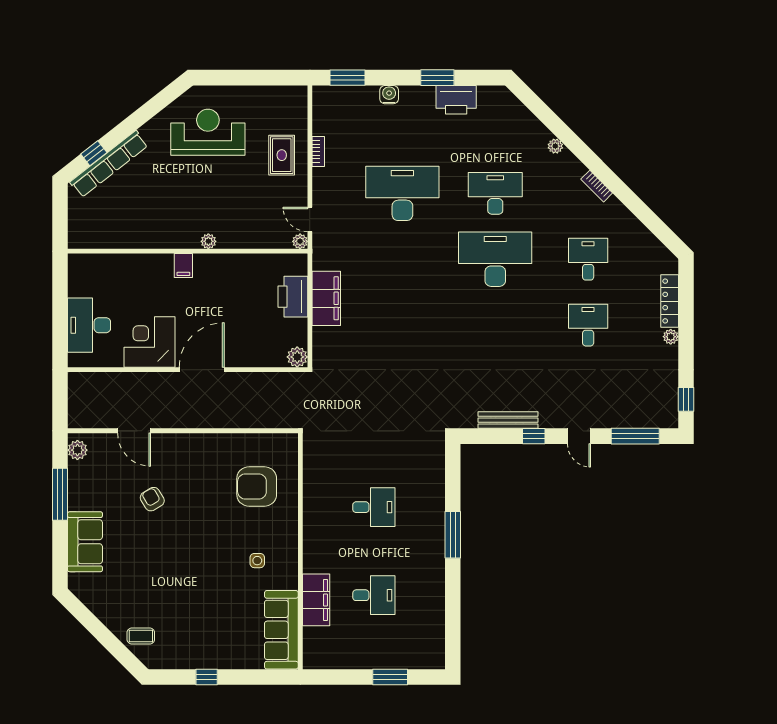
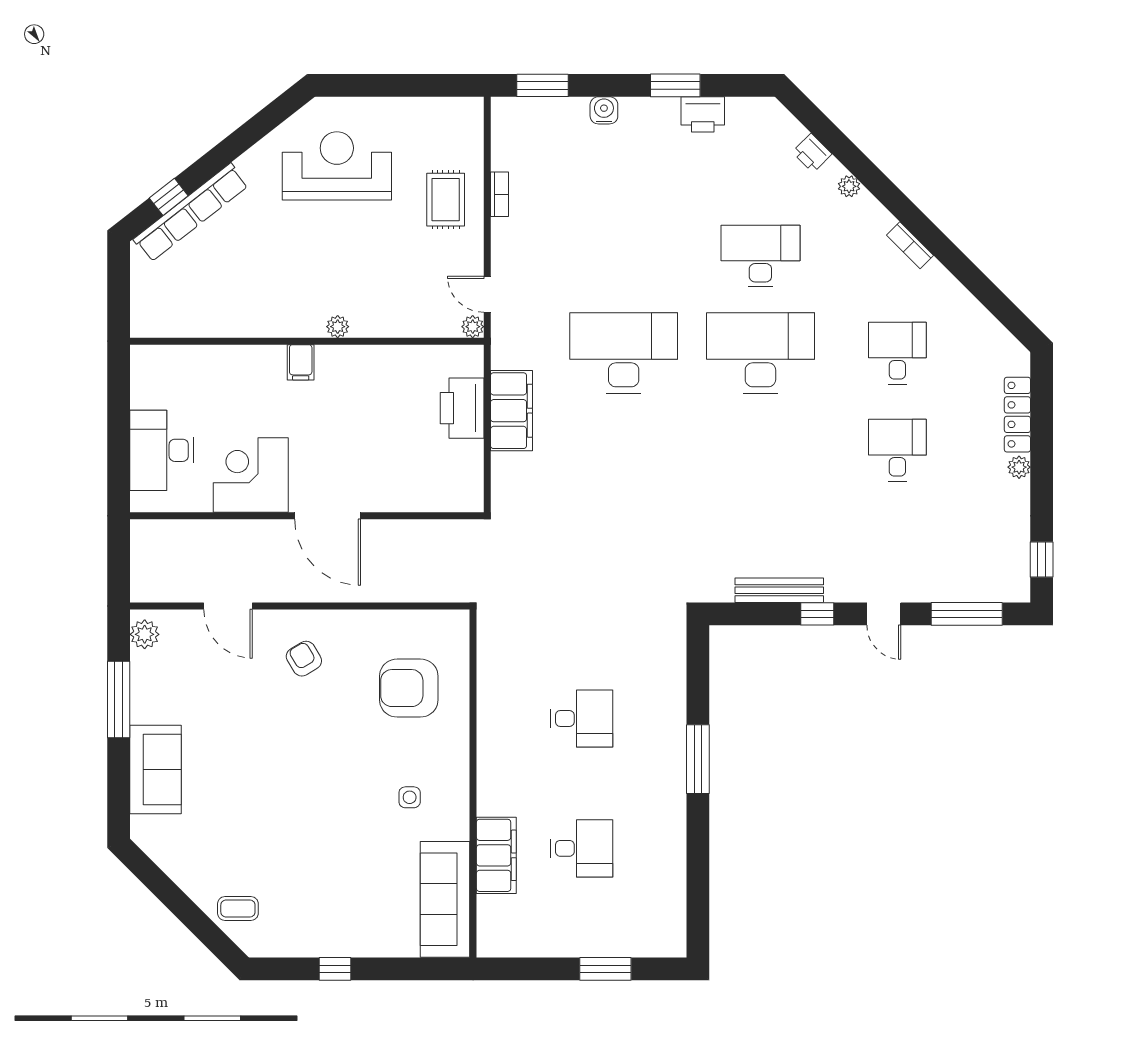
printer: (456, 100) -> (703, 114), width x0.73, depth x0.84
printer: (530, 124) -> (812, 153), added
desk: (402, 193) -> (624, 353), moved
plant: (297, 357) -> (469, 497), removed
door: (202, 370) -> (328, 516), swing flipped
armchair: (152, 499) -> (304, 659), moved

